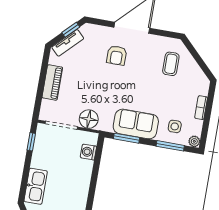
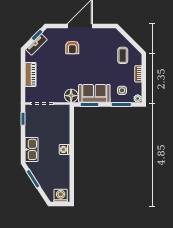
coffee table: (171, 64) -> (123, 55), moved
floor lamp: (89, 119) -> (71, 96), moved
washing machine: (88, 152) -> (64, 149), moved

